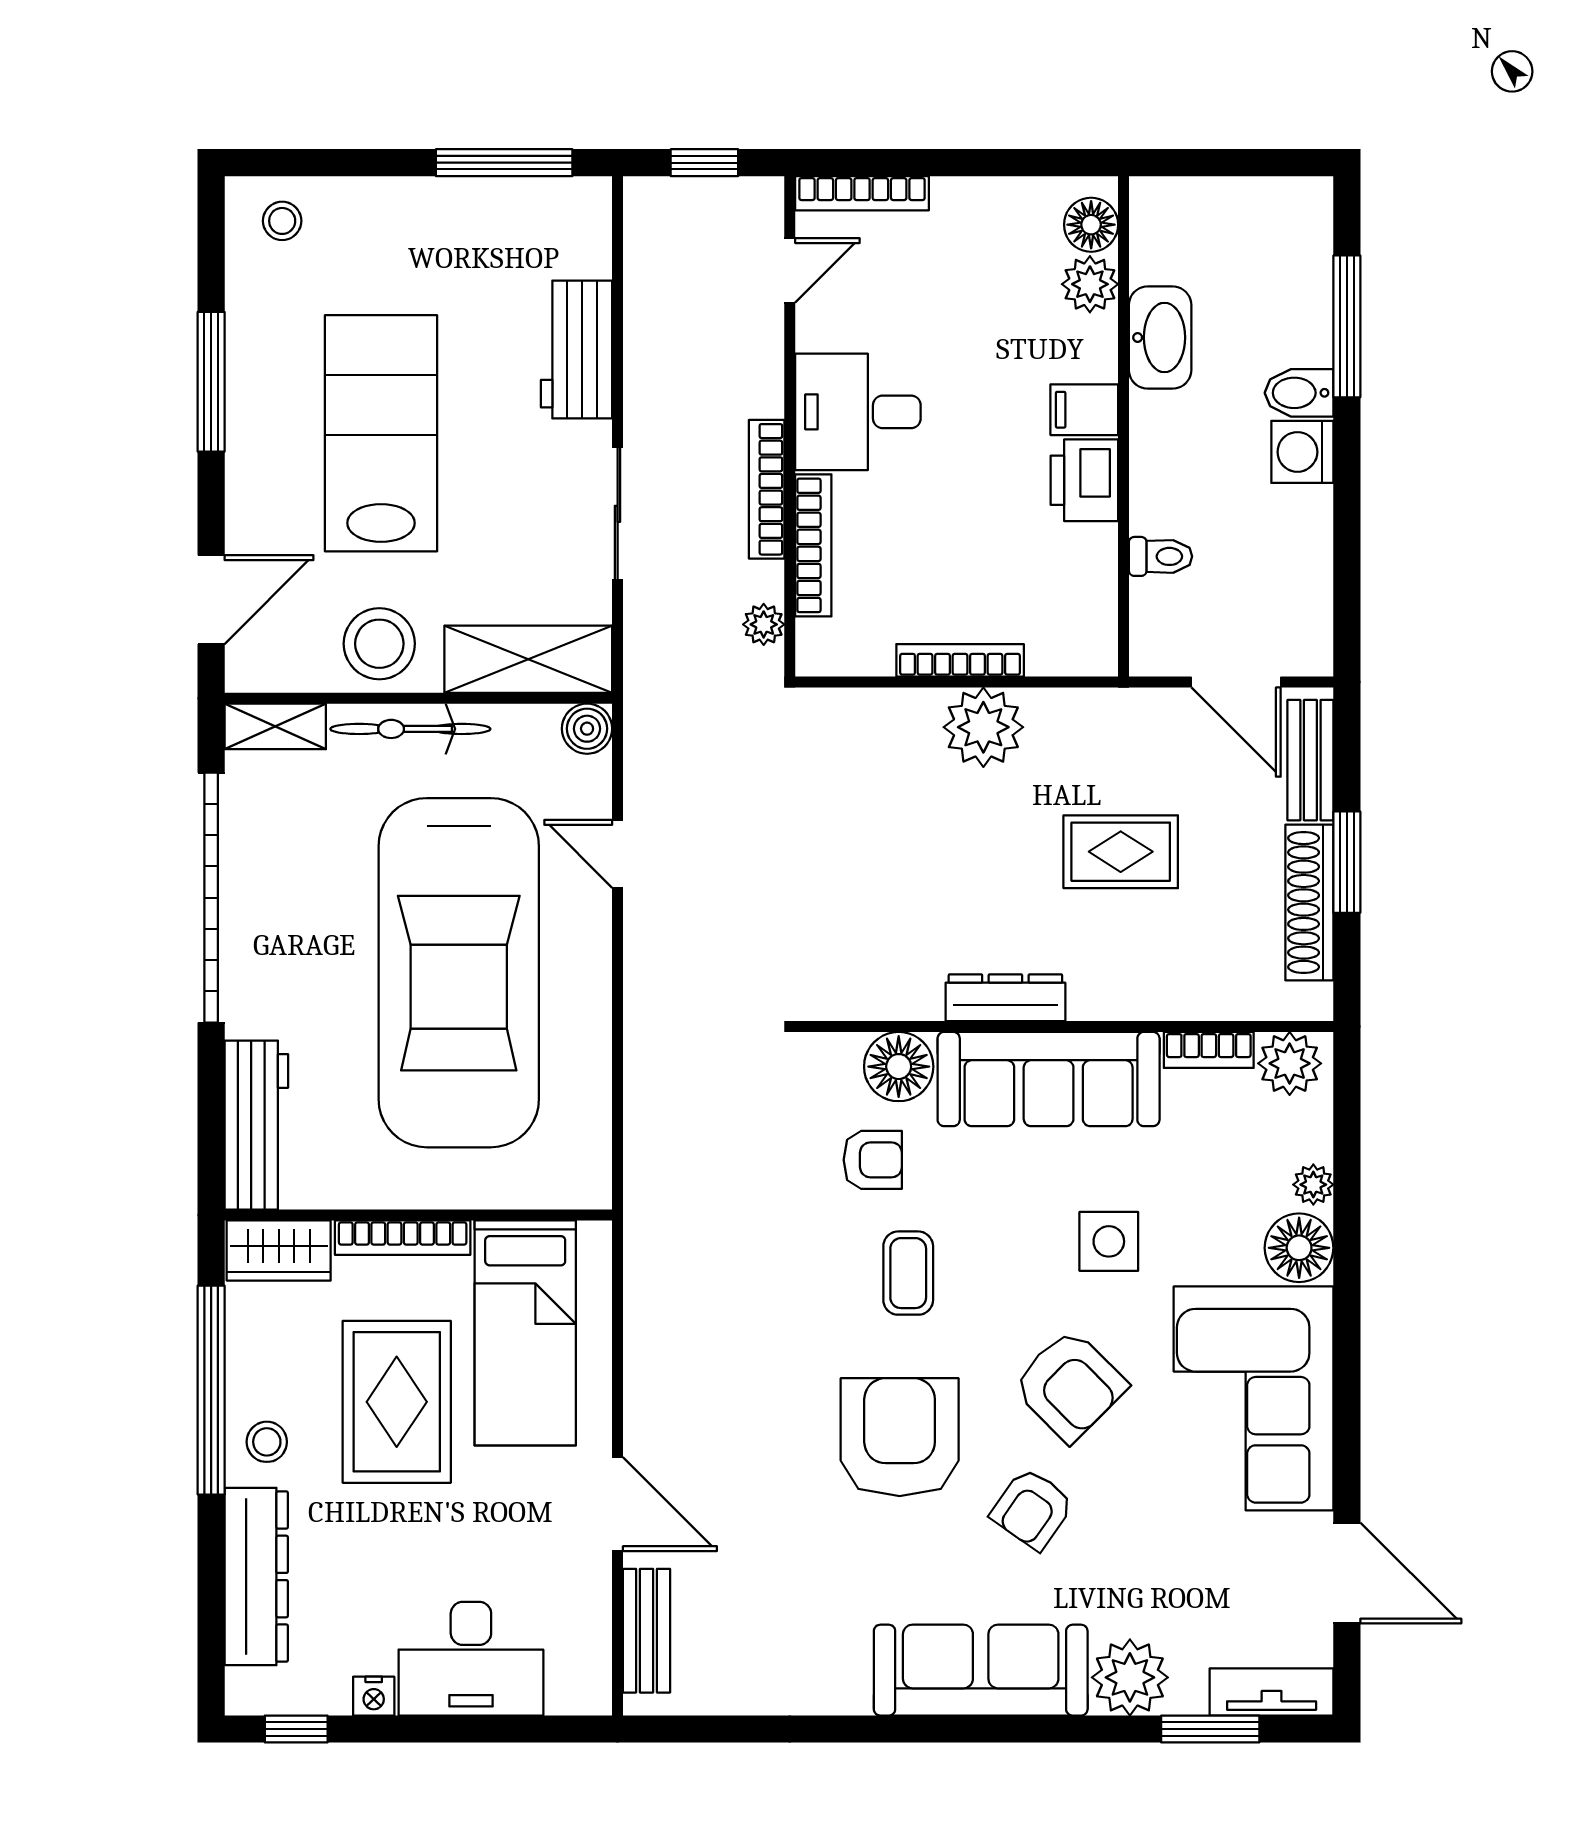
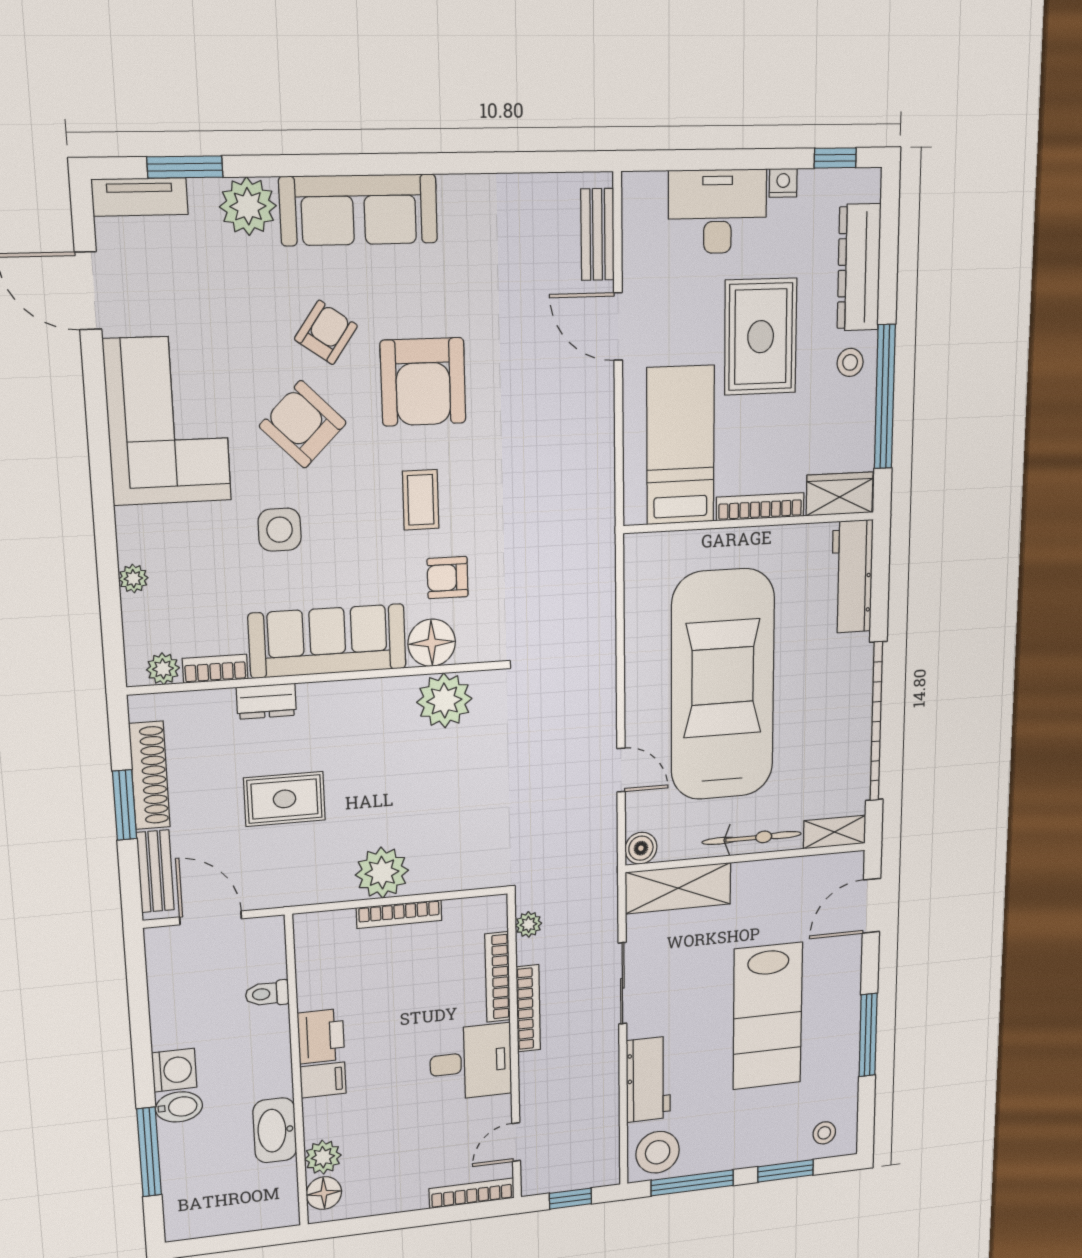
window: (347, 163) -> (786, 1171), added
stool: (379, 644) -> (658, 1152), moved
plant: (883, 980) -> (444, 700), added
dresser: (1005, 998) -> (266, 701), moved, width x0.70
plant: (1290, 1063) -> (163, 669), width x0.73, depth x0.73
floor lamp: (1299, 1248) -> (141, 532), removed
rug: (397, 1402) -> (761, 337), moved

